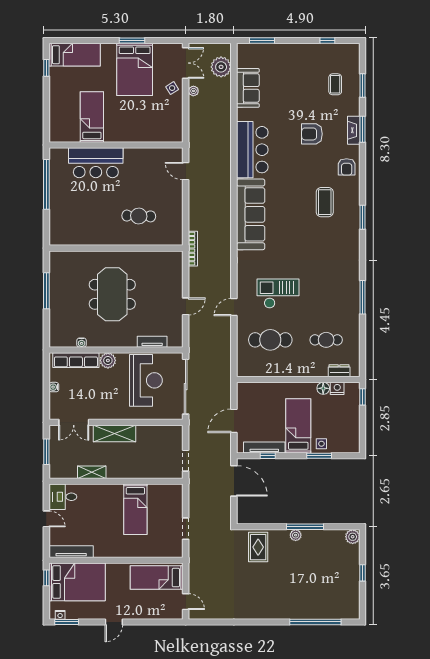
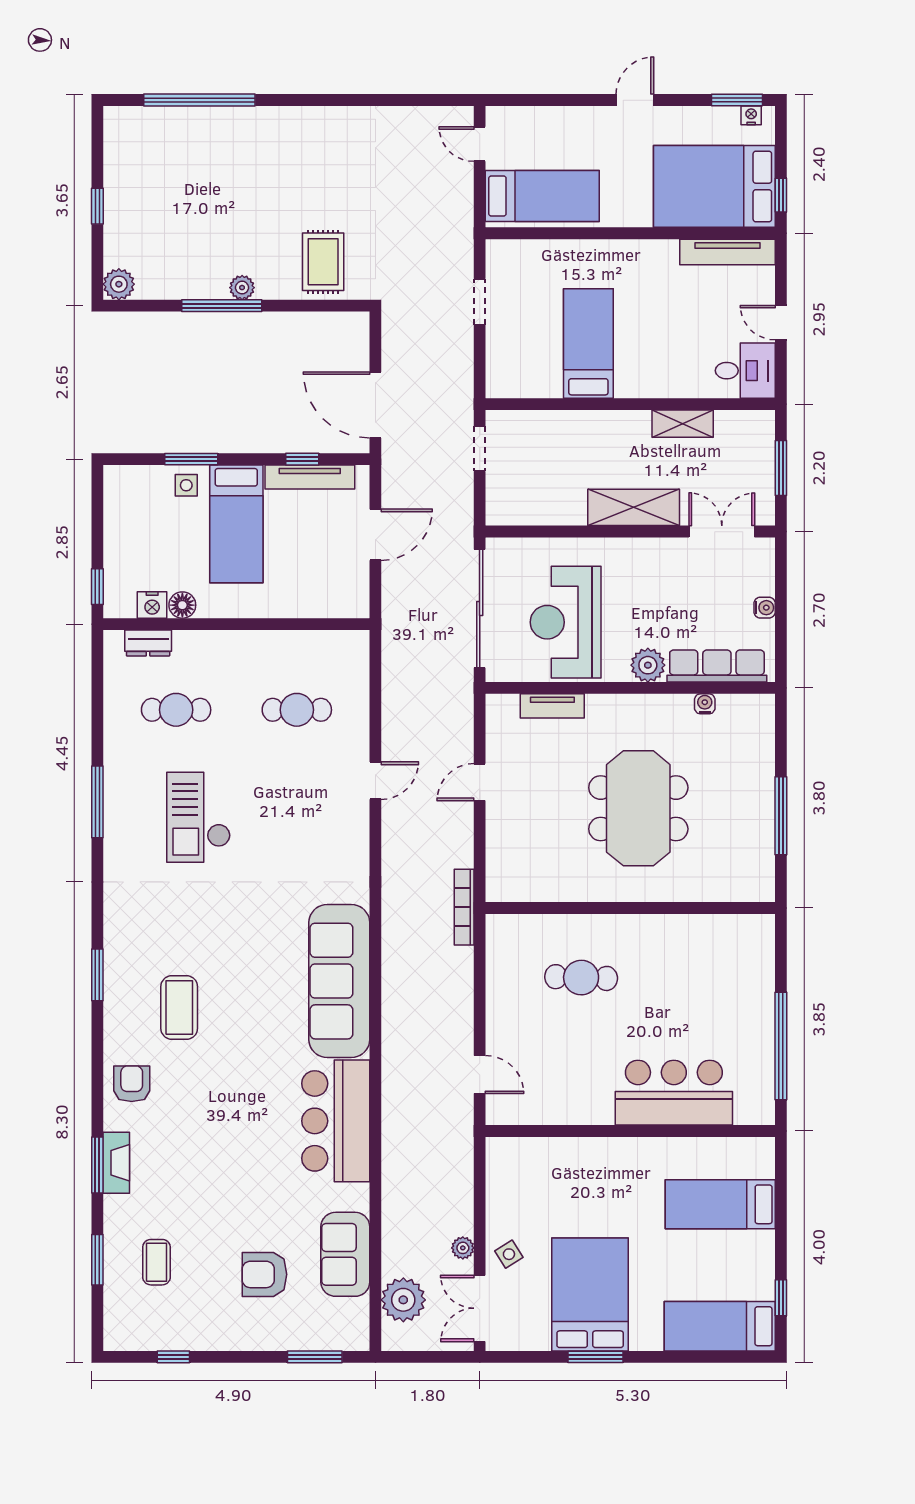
bed: (92, 117) -> (720, 1204), moved, turned 90
armchair: (312, 134) -> (264, 1274), moved, turned 180
checkout: (278, 294) -> (198, 817), moved, turned 90
cafe table: (270, 340) -> (297, 710), width x0.73, depth x0.74

